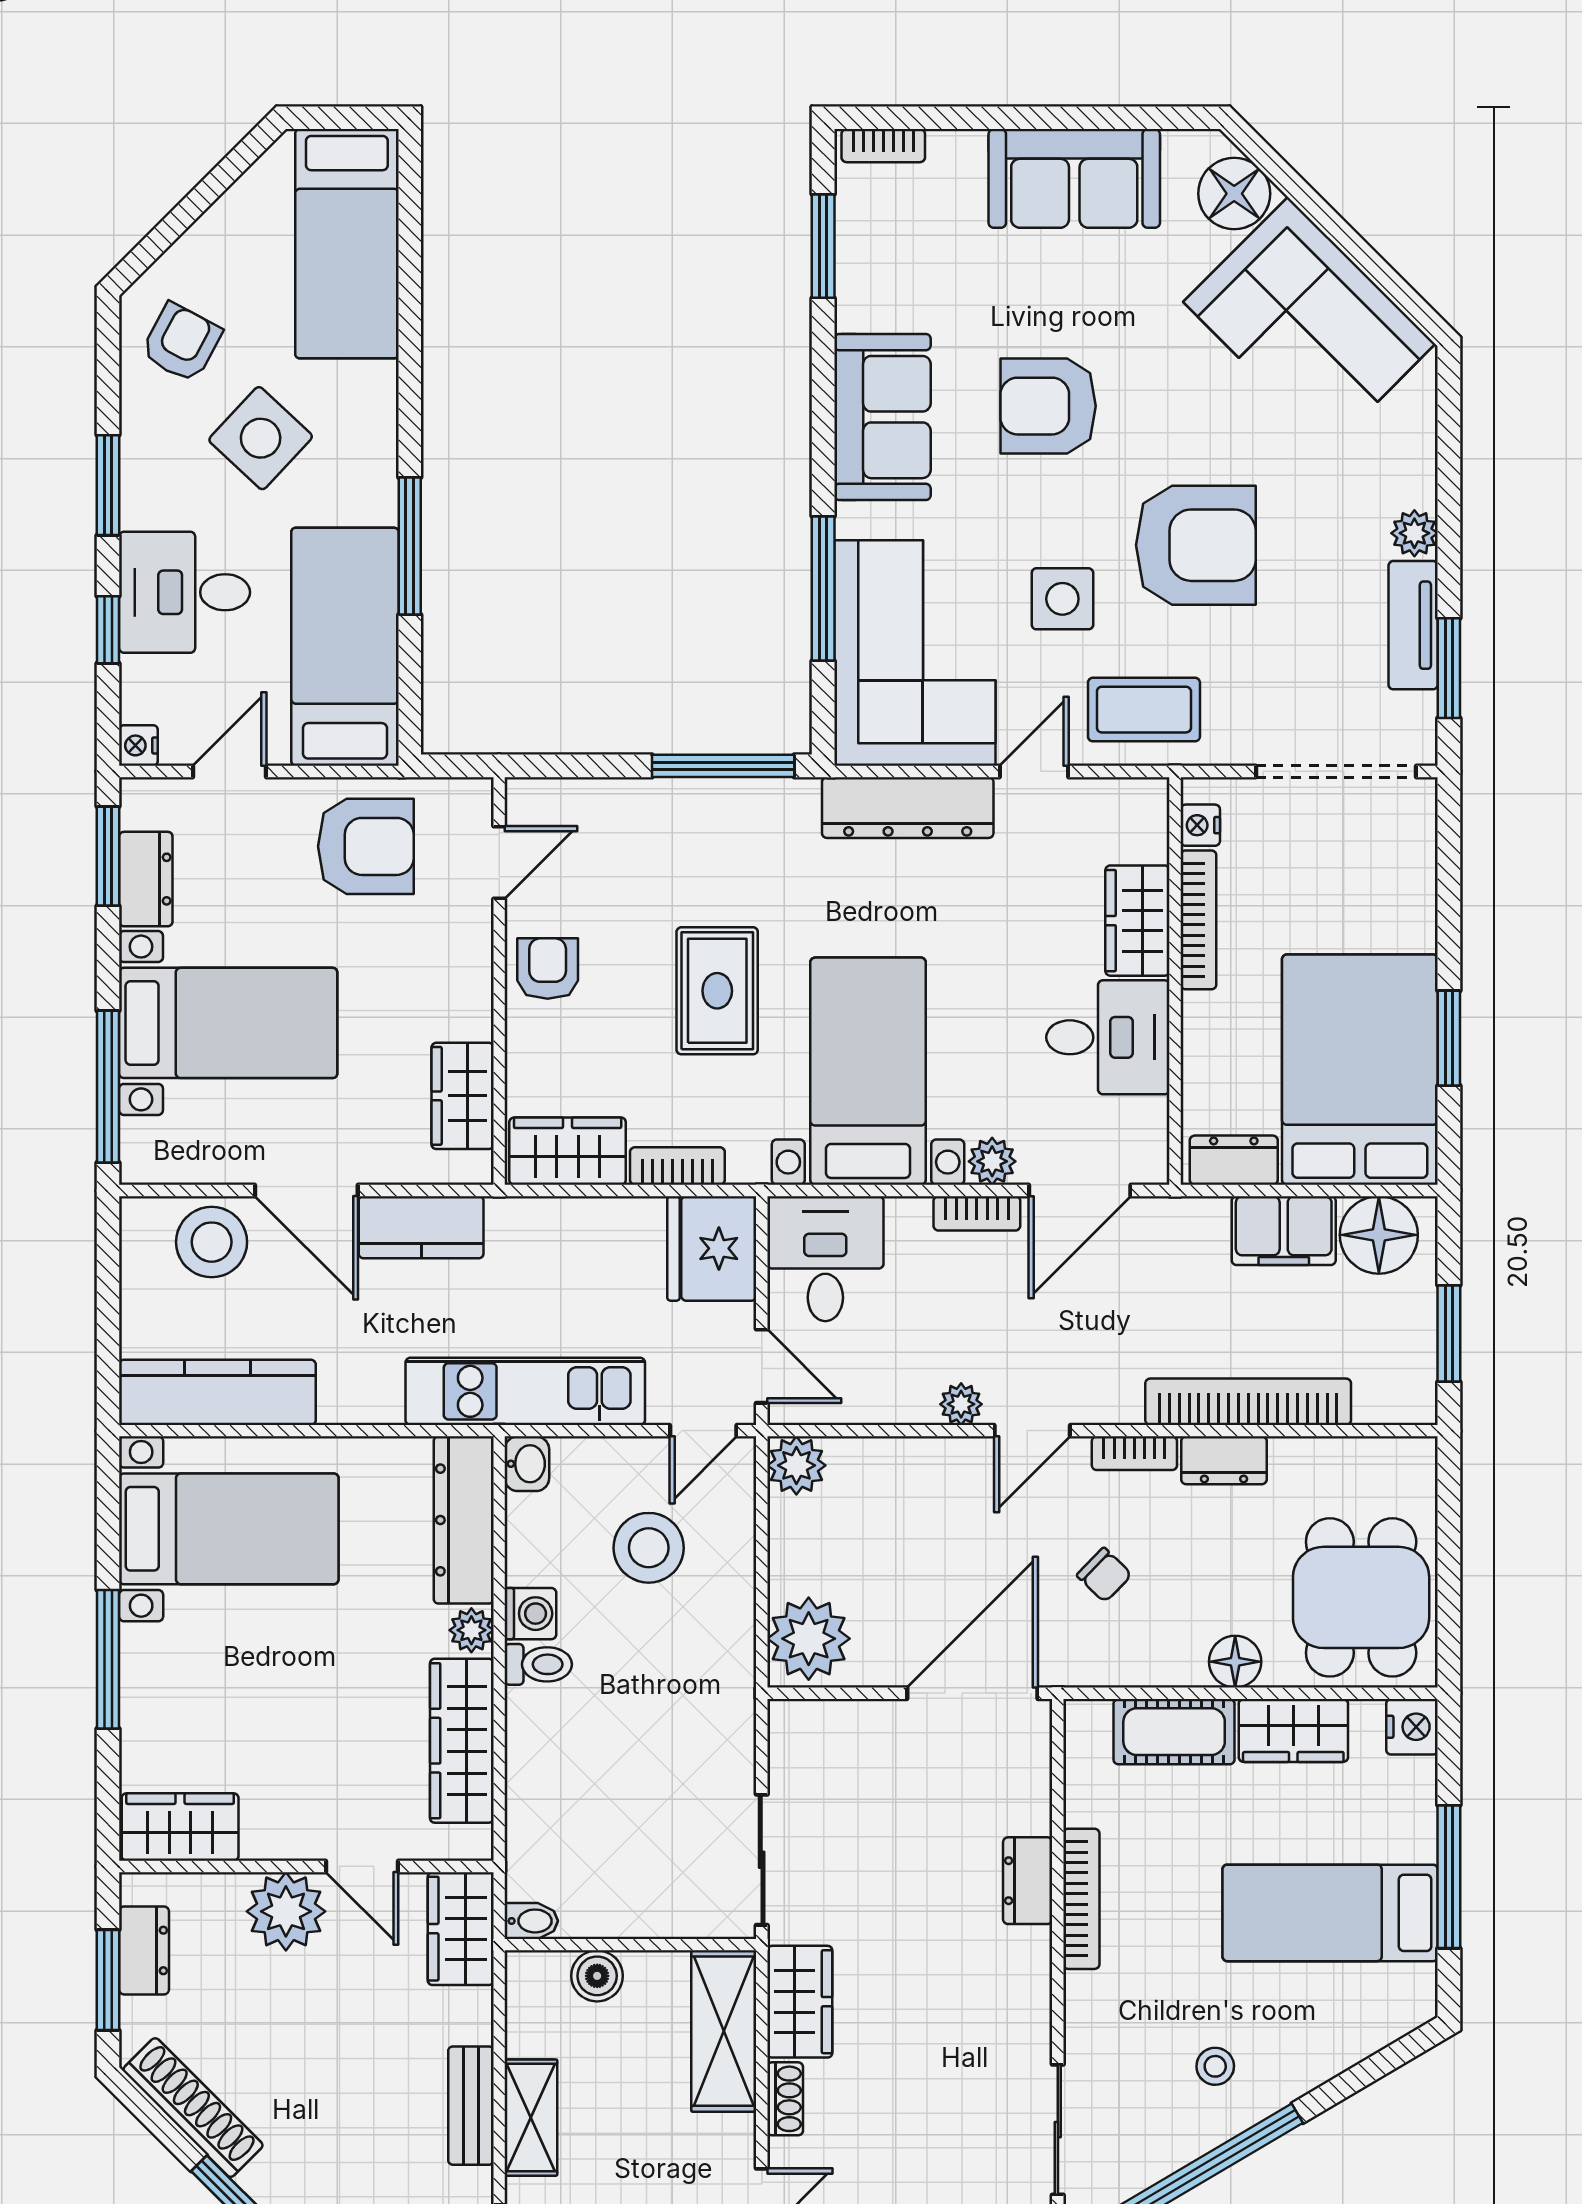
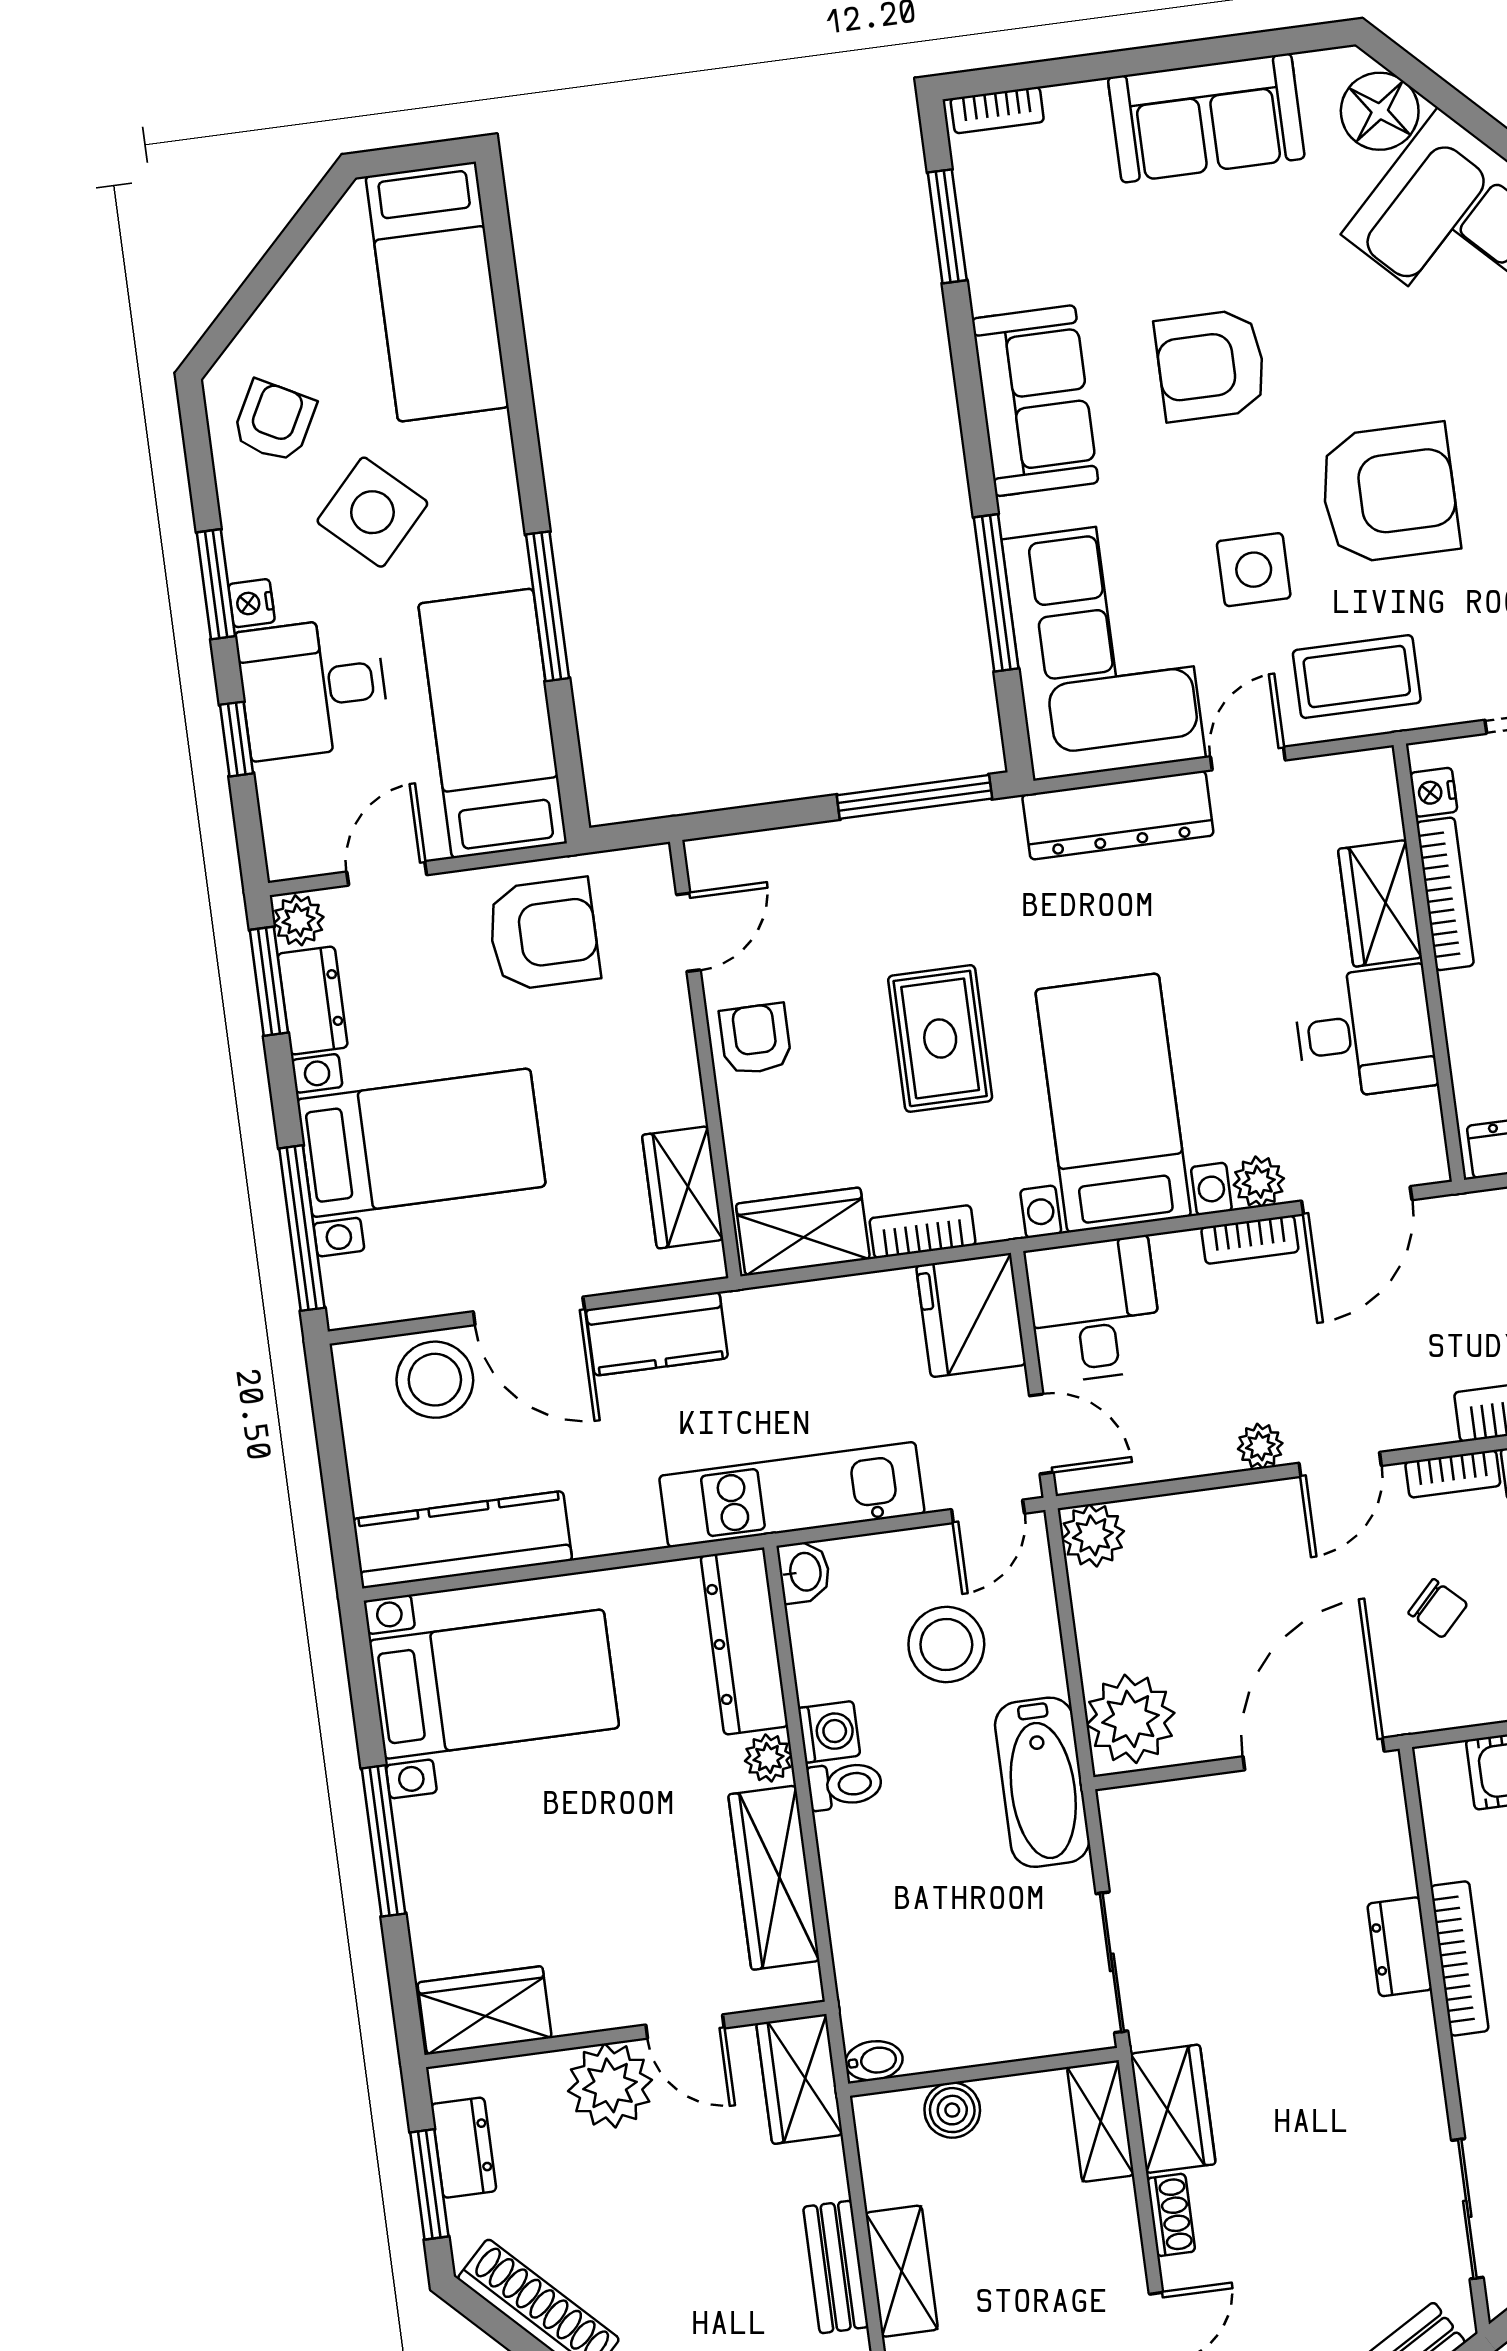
nightstand: (138, 745) -> (252, 603), moved
plant: (143, 804) -> (299, 920), added
bathtub: (720, 1686) -> (1042, 1782), added
shelving: (724, 2031) -> (1101, 2121), width x0.67, depth x0.75

